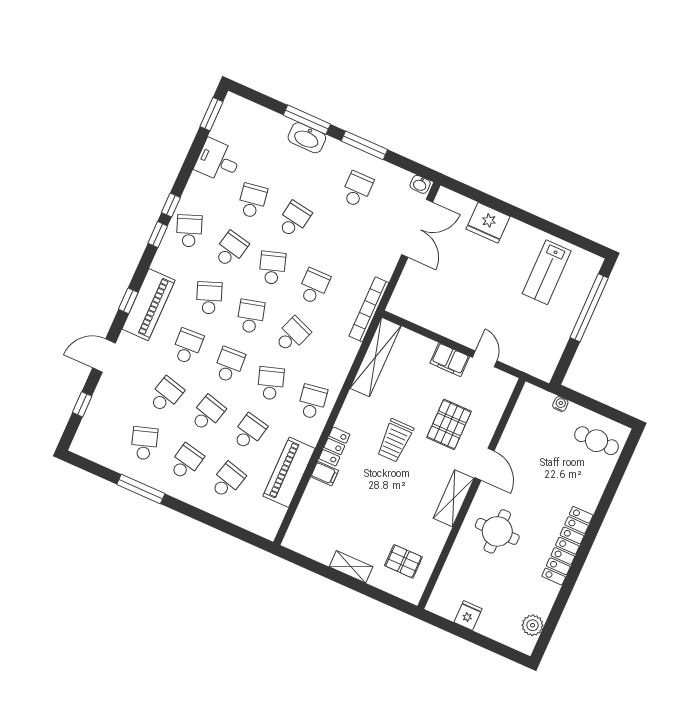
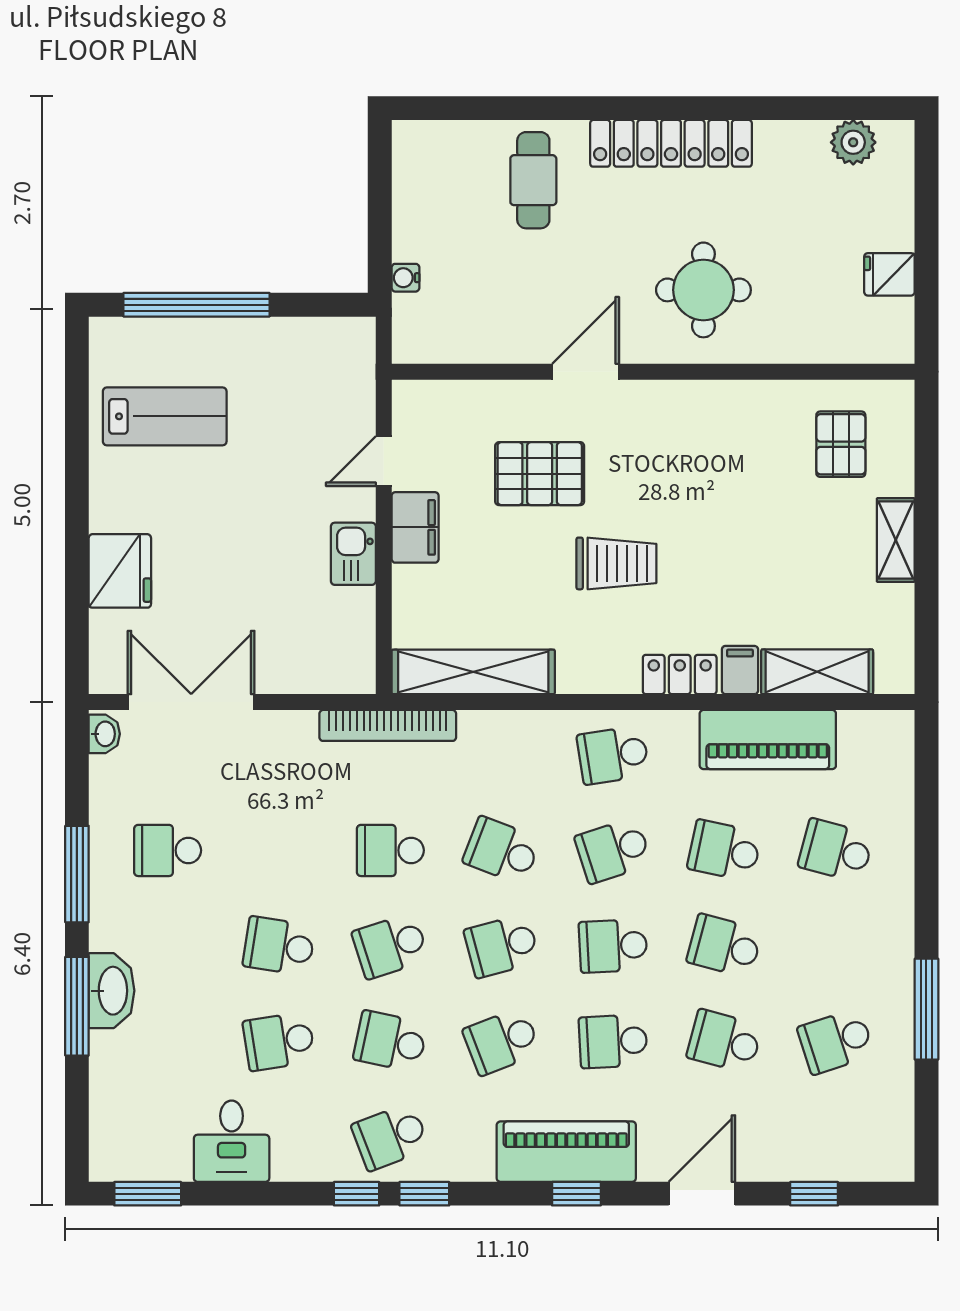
kitchen sink: (450, 328) -> (353, 554), added
door: (104, 355) -> (702, 1194), swing flipped
cafe table: (597, 441) -> (533, 180), moved
school desk: (186, 462) -> (836, 946), removed
shelving: (454, 498) -> (817, 672), moved

